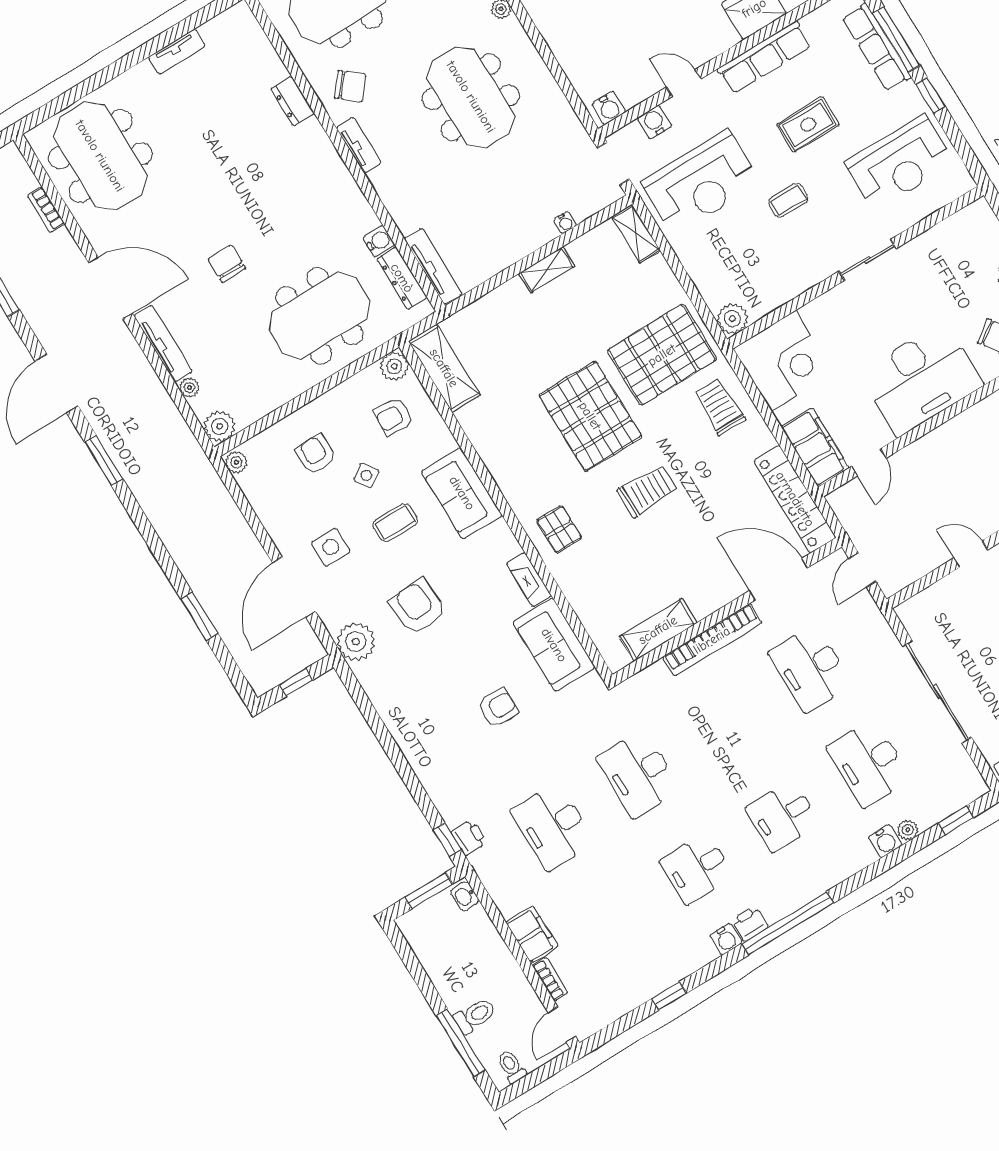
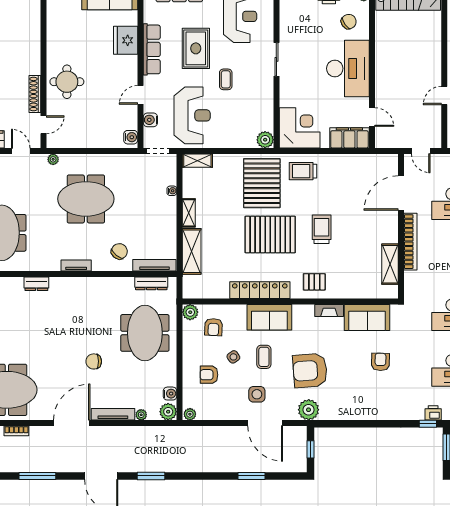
chair: (350, 86) -> (119, 251), moved
rug: (808, 125) -> (196, 48), width x1.36, depth x1.43
water cooler: (379, 241) -> (170, 394), moved, turned 90
shelving: (444, 368) -> (192, 251), moved, turned 90
locker: (795, 499) -> (260, 290), moved, turned 180
armchair: (418, 607) -> (310, 371), width x1.36, depth x1.36

